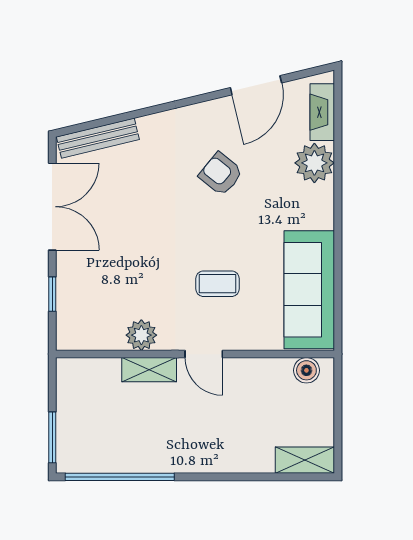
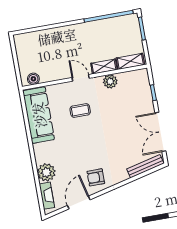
armchair: (221, 174) -> (96, 177), moved, turned 141
shelving: (305, 460) -> (130, 61), moved

